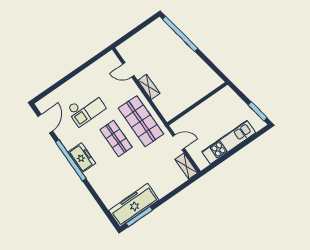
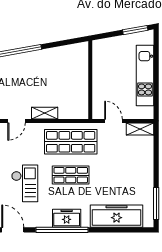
door: (179, 142) -> (113, 121), hinge flipped
freezer: (134, 205) -> (117, 216), moved, turned 90

